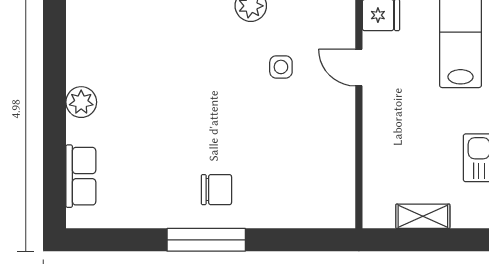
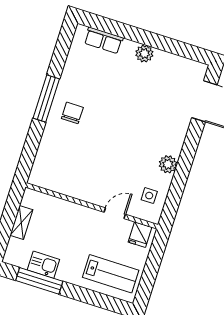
side table: (281, 67) -> (149, 196), moved
chair: (216, 190) -> (72, 113), turned 180

